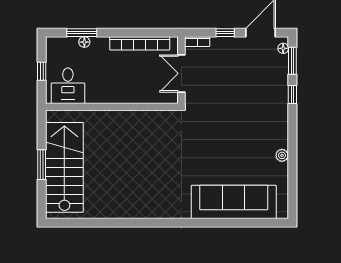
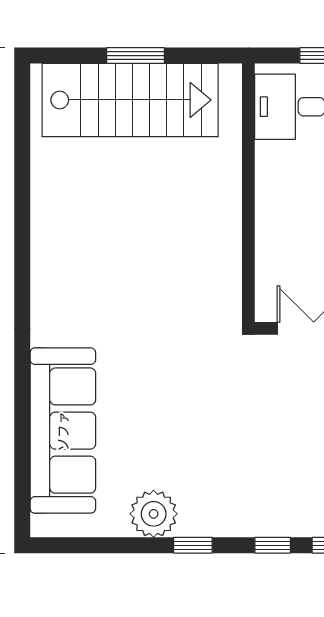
window: (292, 135) -> (193, 545), added
plant: (282, 155) -> (154, 514), width x1.87, depth x1.87

